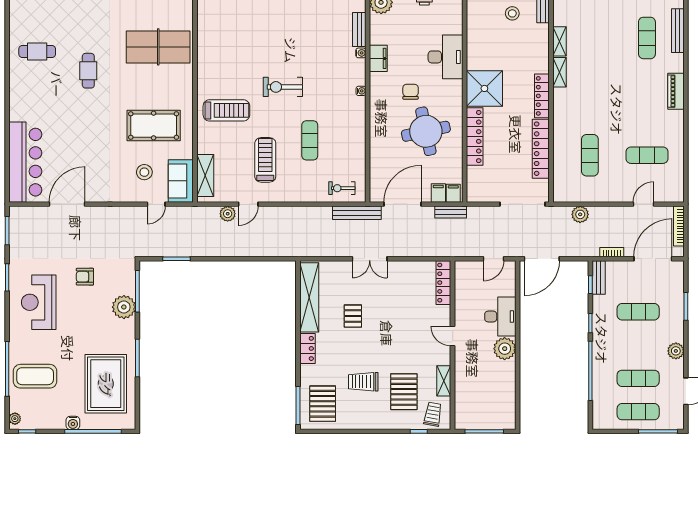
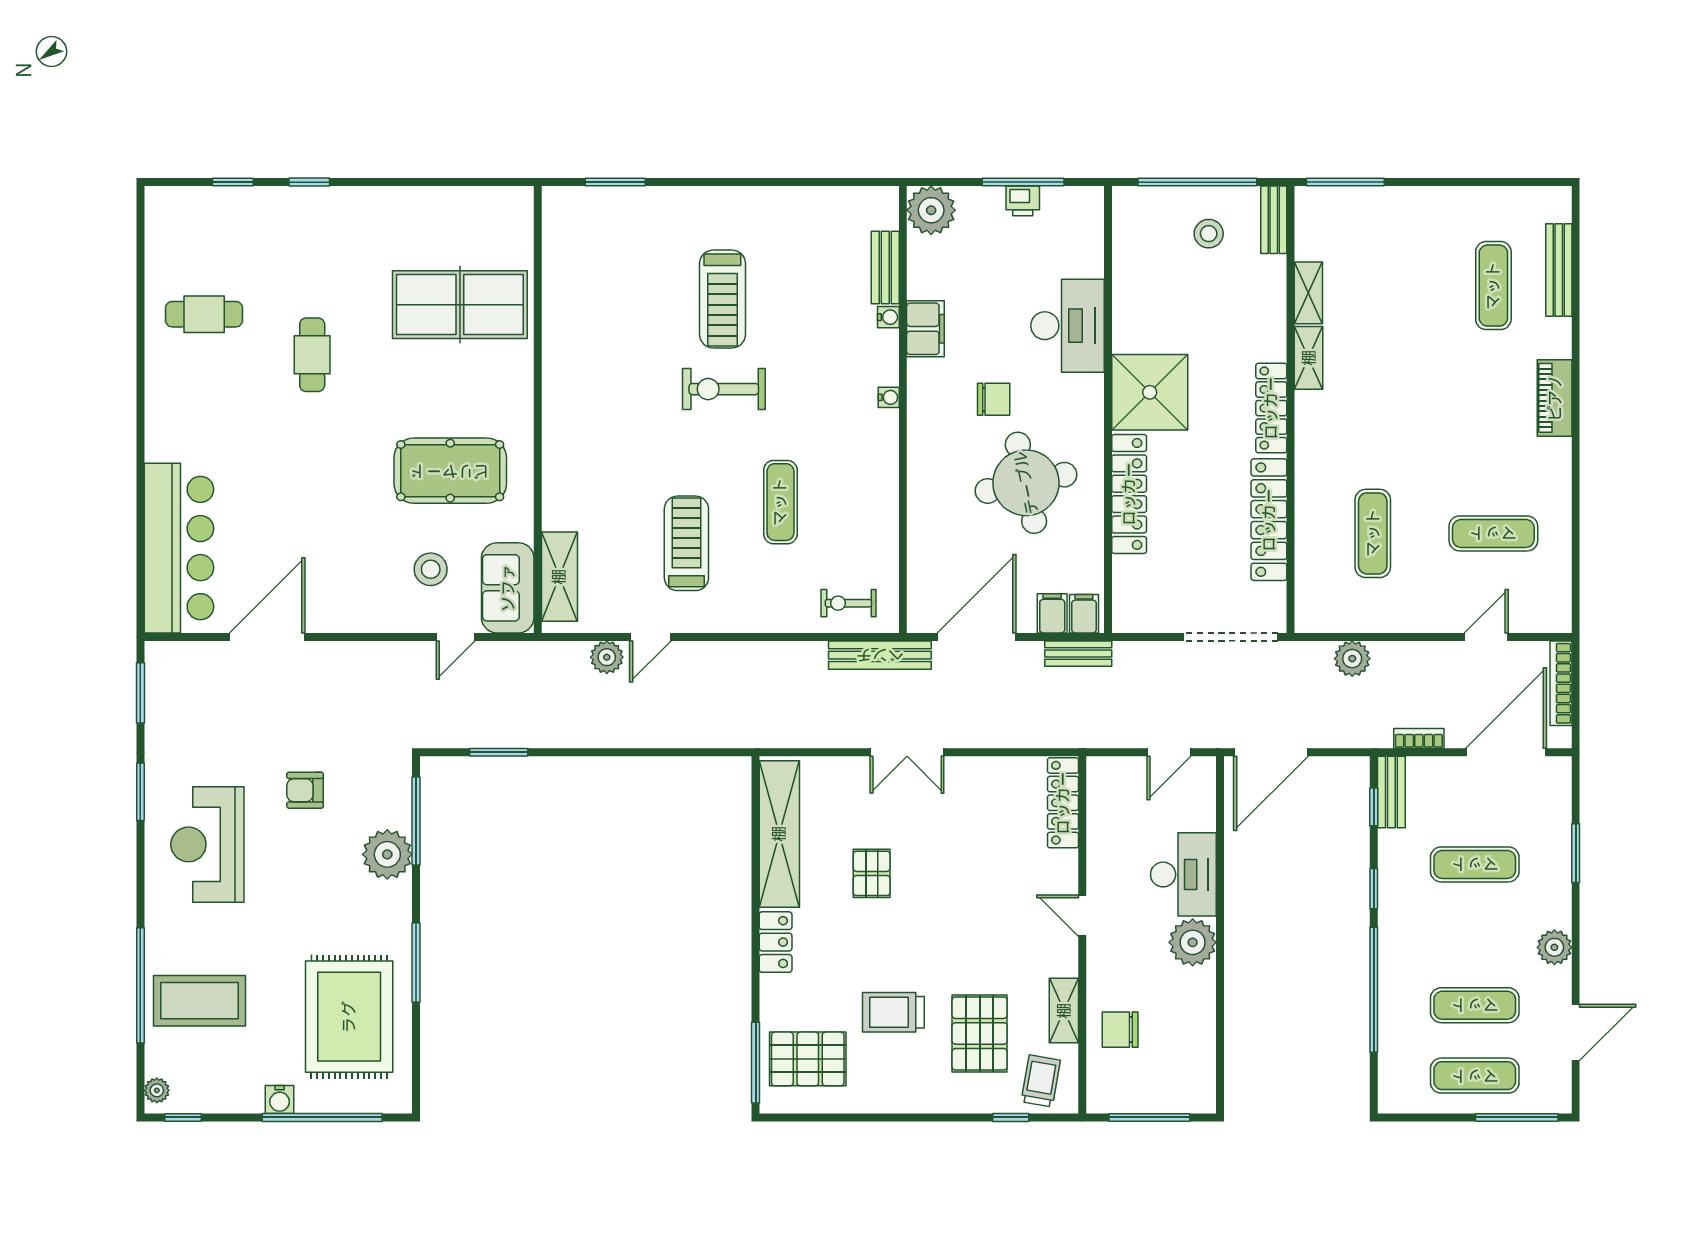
chair: (411, 92) -> (994, 399), turned 90
treadmill: (226, 110) -> (722, 299), moved, turned 90
chair: (470, 390) -> (1120, 1030), added
pallet: (323, 404) -> (808, 1059), turned 90

